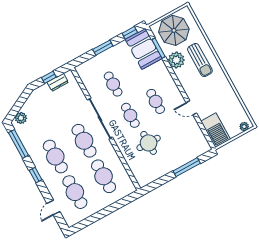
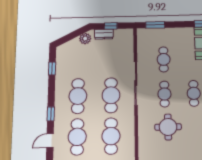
window: (103, 48) -> (155, 25), moved
dresser: (58, 82) -> (104, 34), moved
plant: (21, 118) -> (85, 39), moved
window: (18, 144) -> (52, 69), width x0.46
window: (36, 175) -> (51, 114), moved

